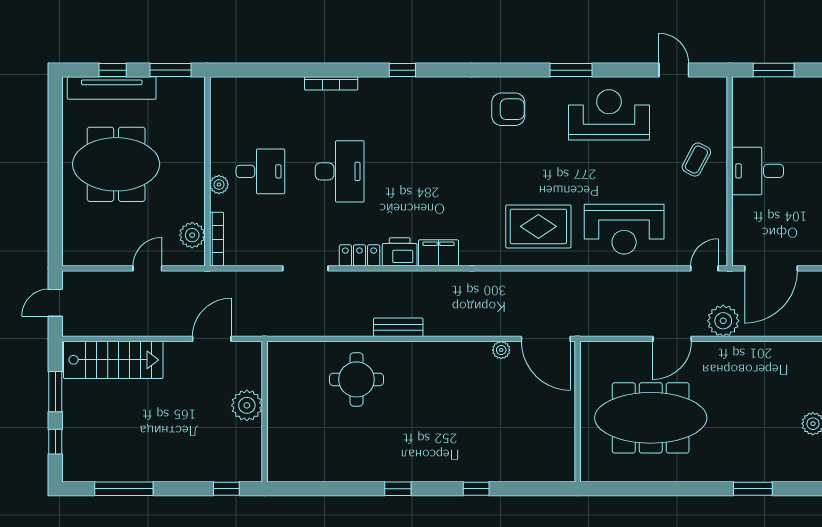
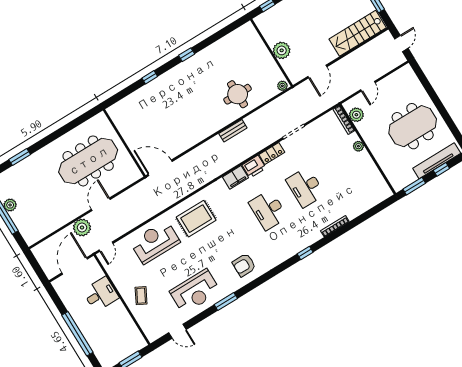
desk: (260, 171) -> (268, 210), moved, width x1.37
desk: (758, 171) -> (101, 294), moved
plant: (501, 350) -> (282, 86), moved

